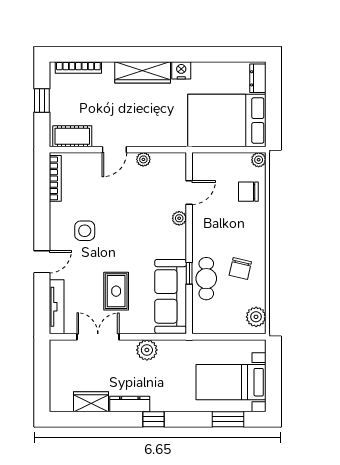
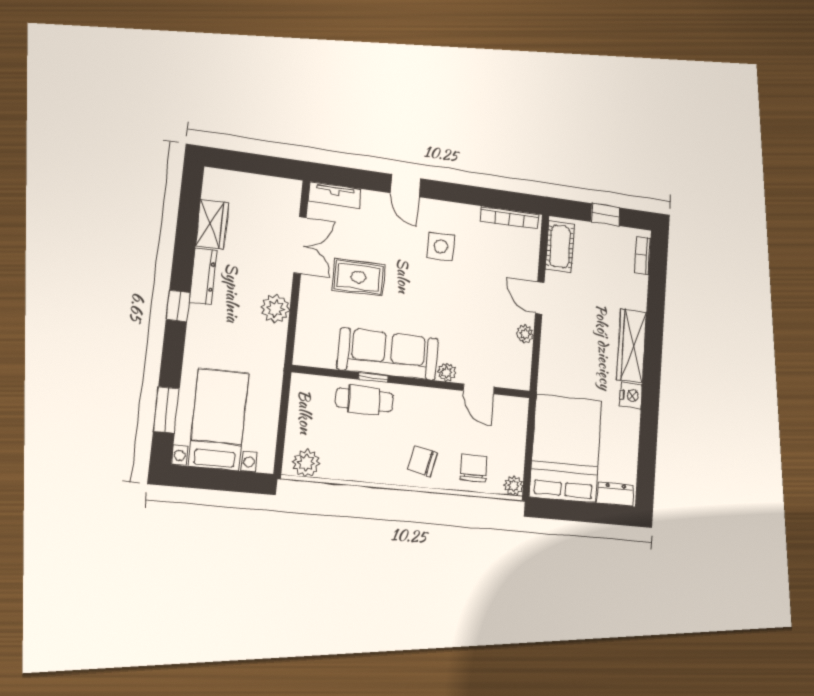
bookcase: (78, 68) -> (643, 255), width x0.64
chair: (240, 268) -> (422, 461), moved
sofa: (171, 296) -> (388, 354), moved
tv unit: (57, 307) -> (335, 195), width x0.71

